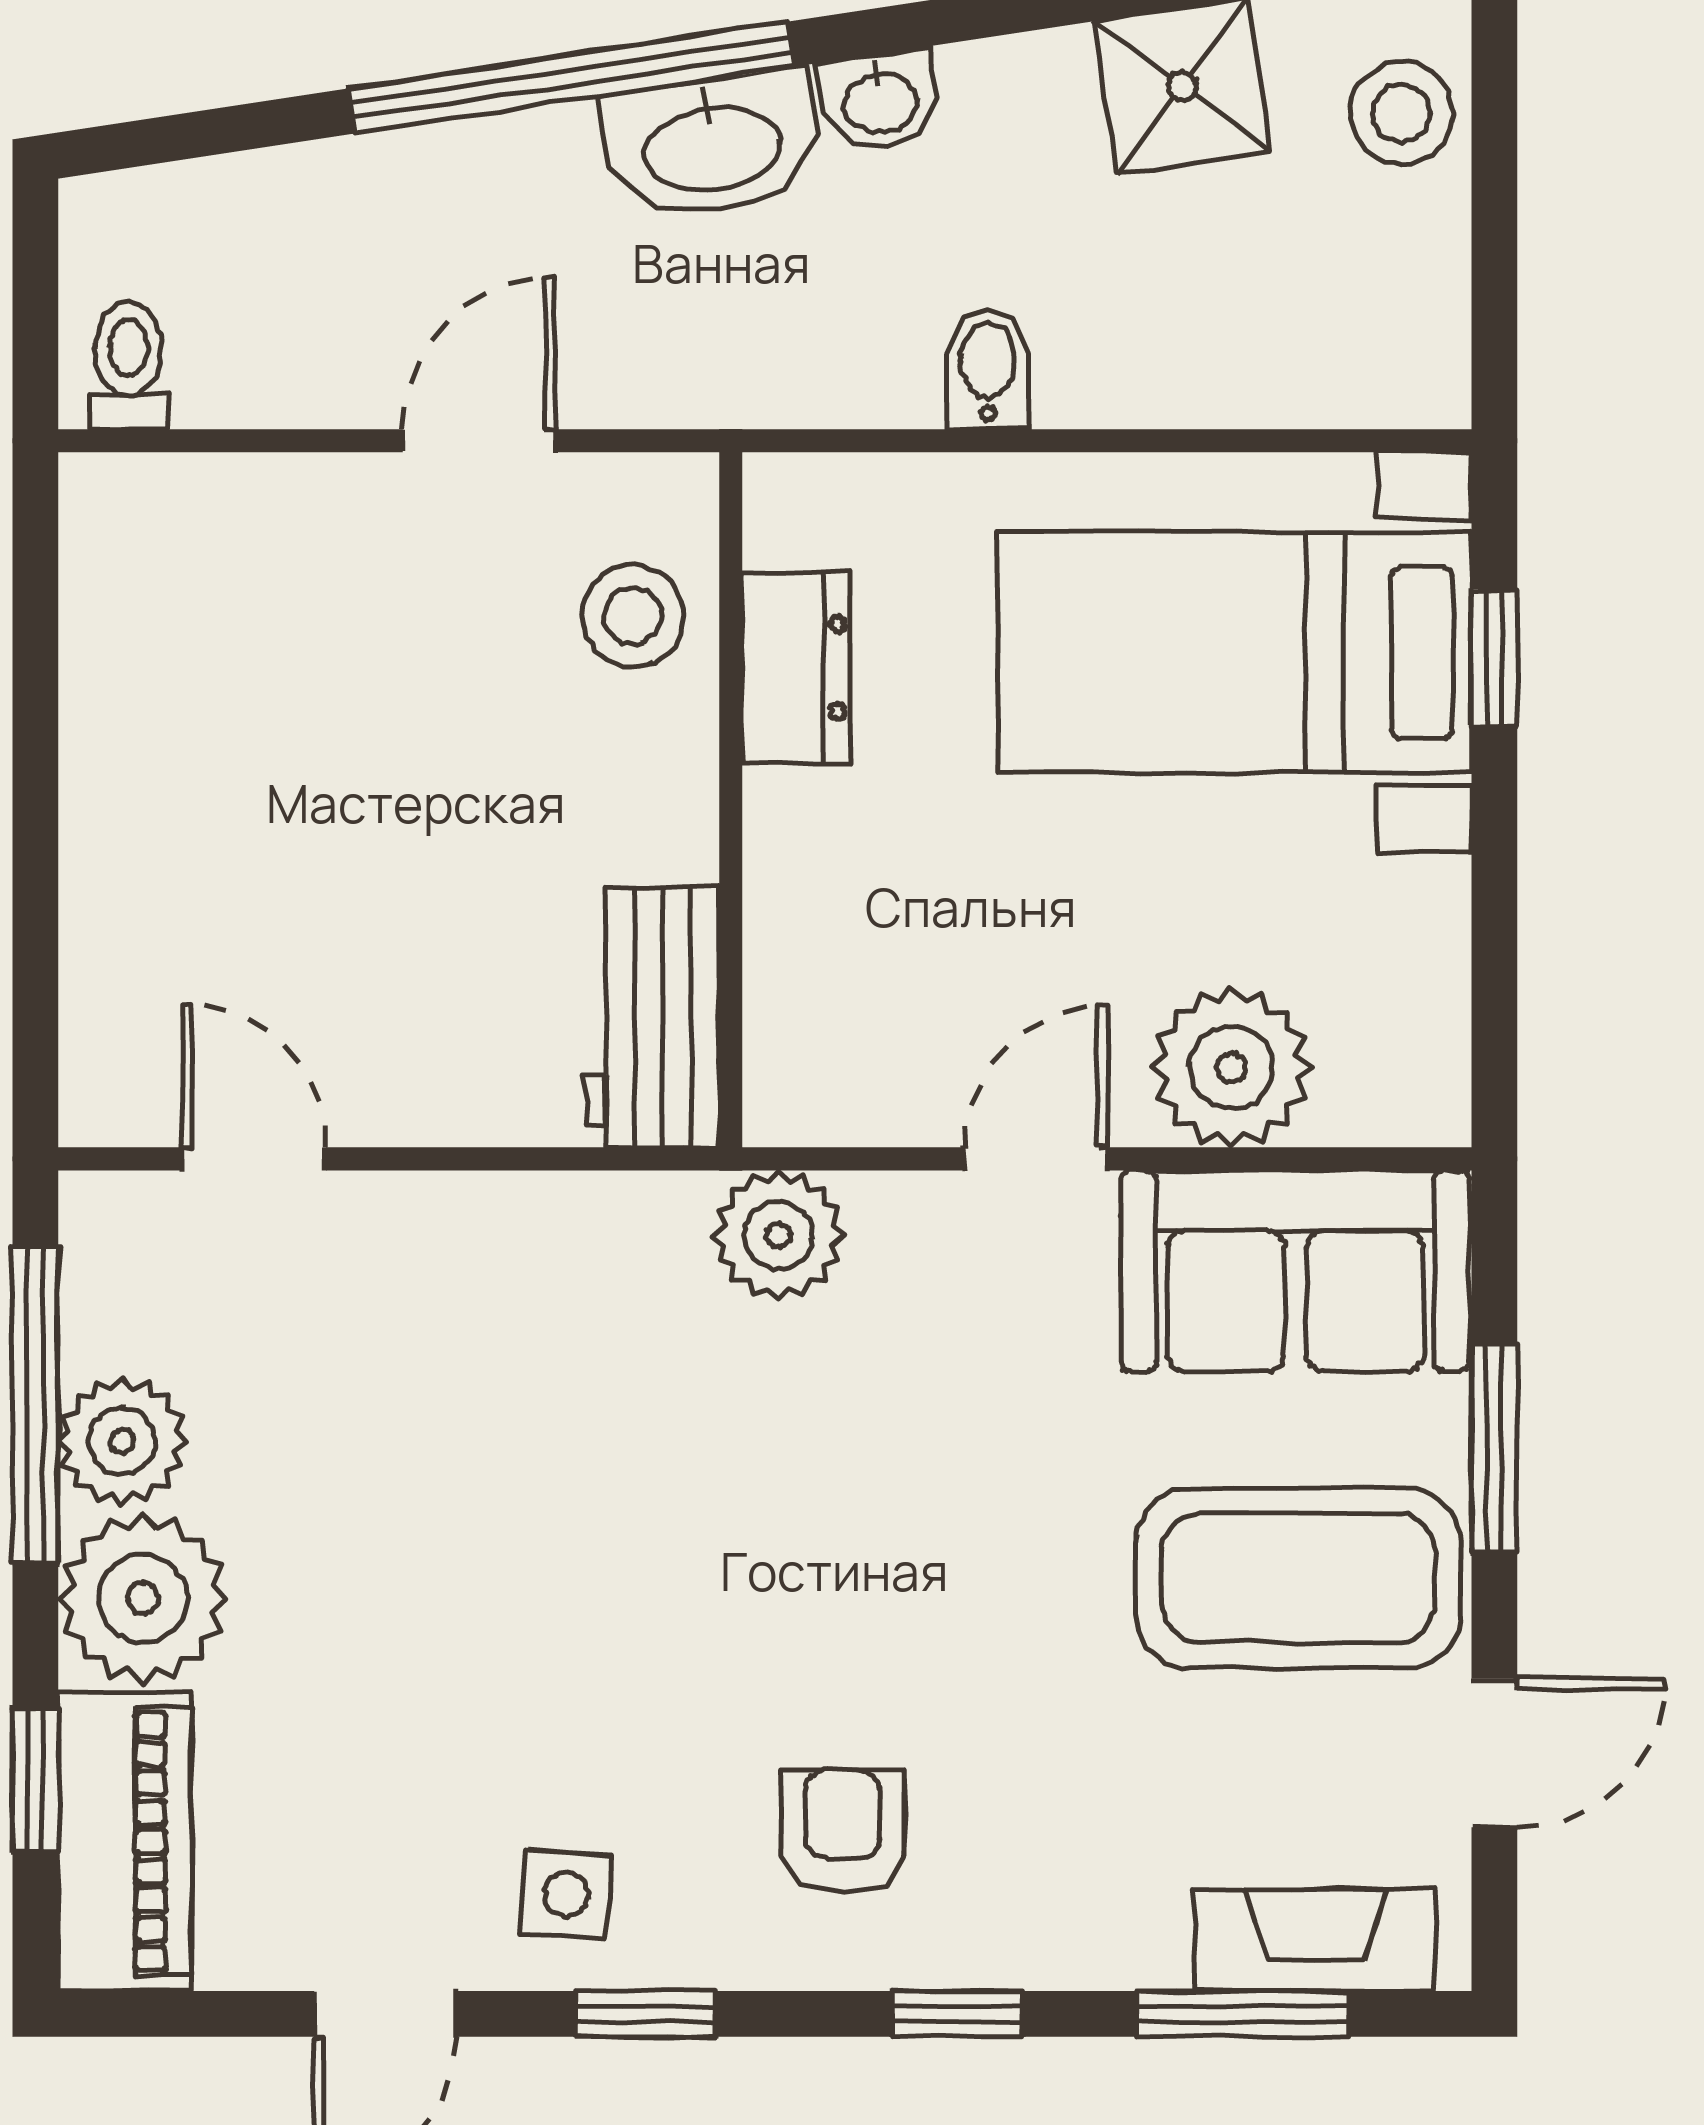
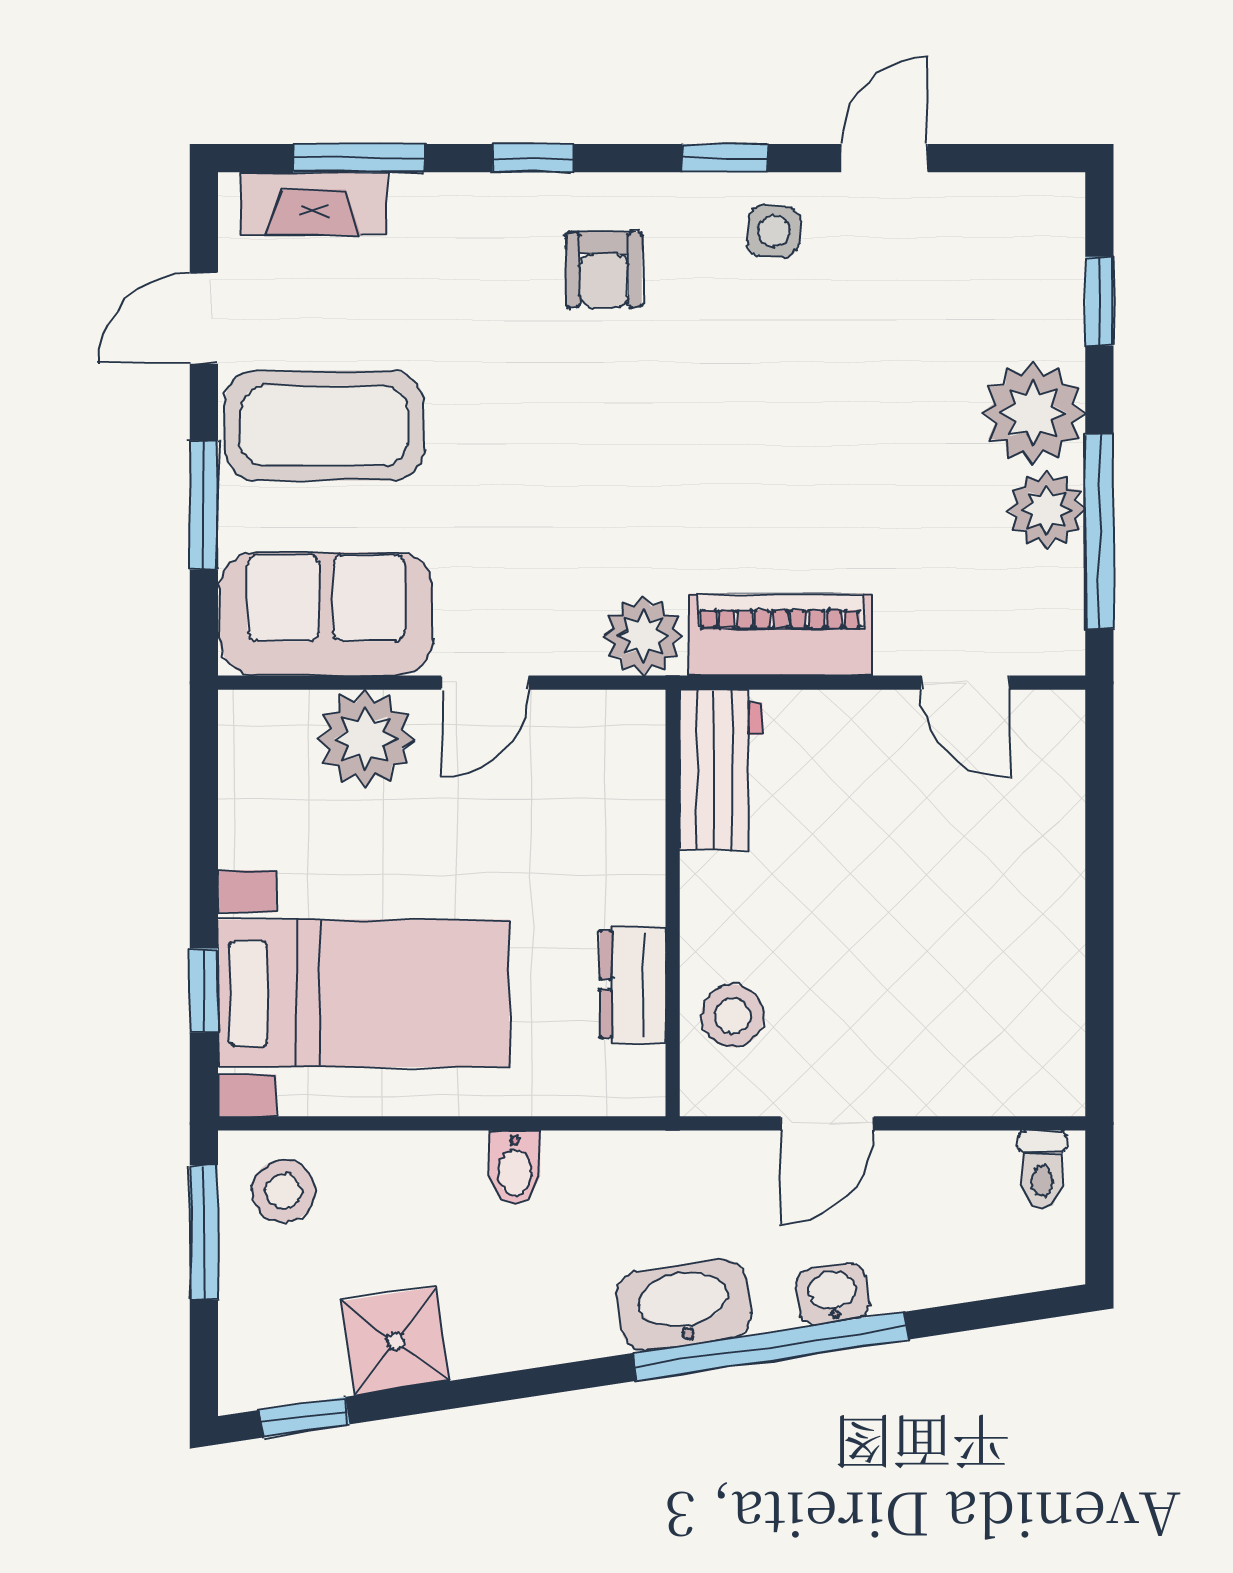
washbasin: (880, 100) -> (832, 1294), moved
stool: (1402, 113) -> (283, 1191), moved
window: (1494, 263) -> (204, 1233), added
piano: (125, 1842) -> (780, 635), moved, turned 90

